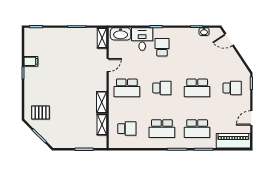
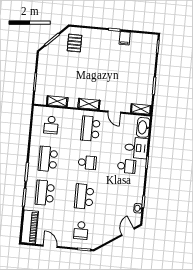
school desk: (162, 88) -> (87, 163), turned -90
shelving: (102, 102) -> (89, 104), moved

